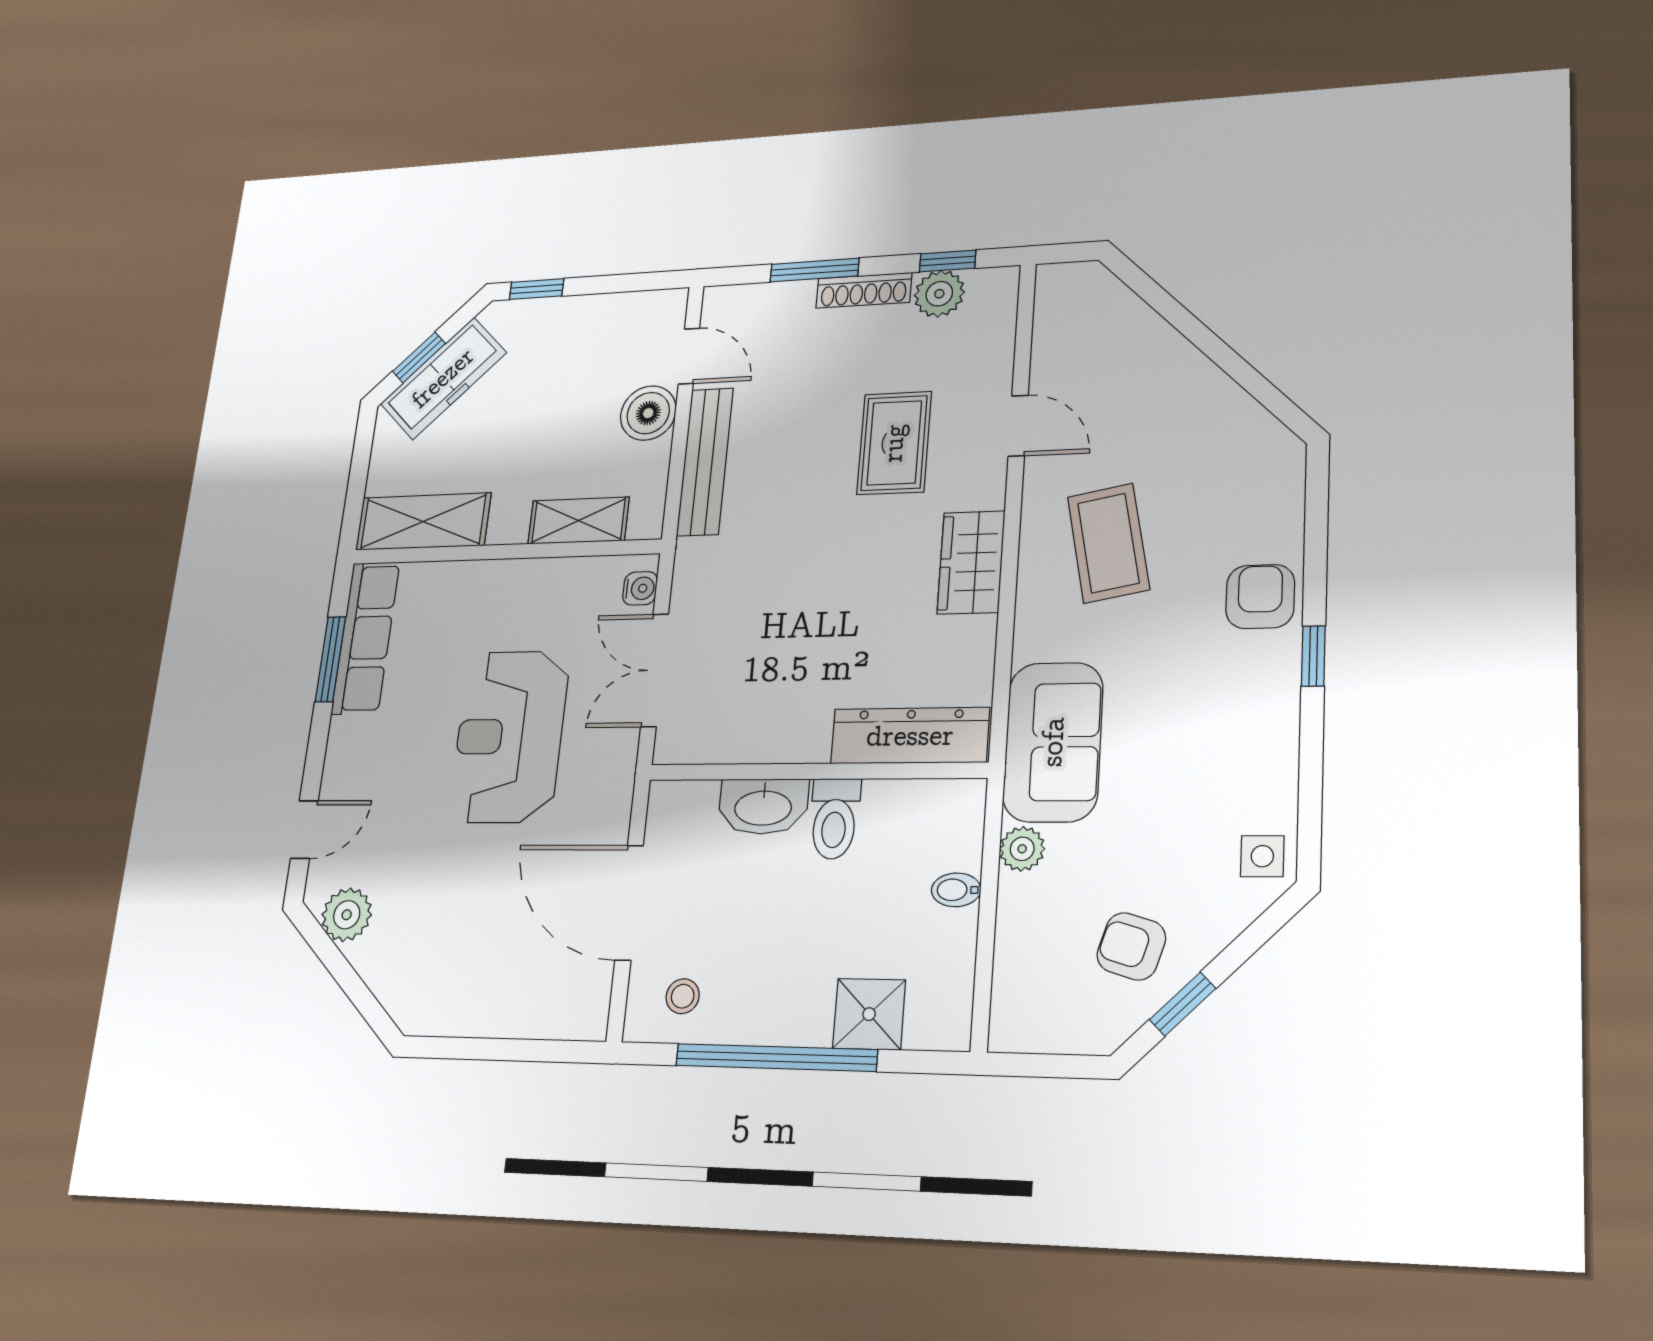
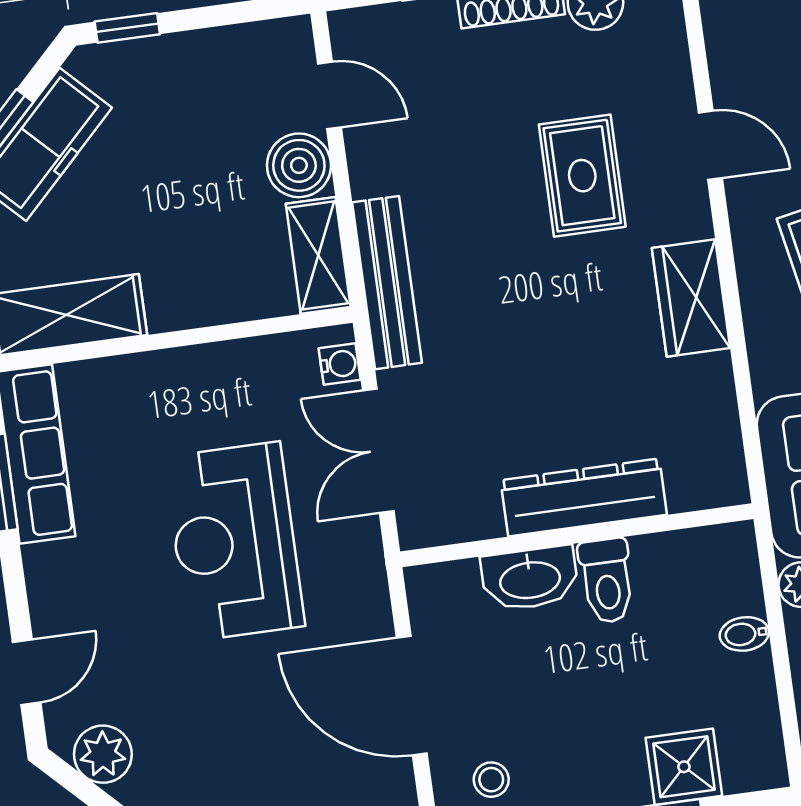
bench: (705, 461) -> (387, 283), moved
shelving: (578, 521) -> (318, 255), moved, turned 90
dresser: (910, 736) -> (584, 497), moved

